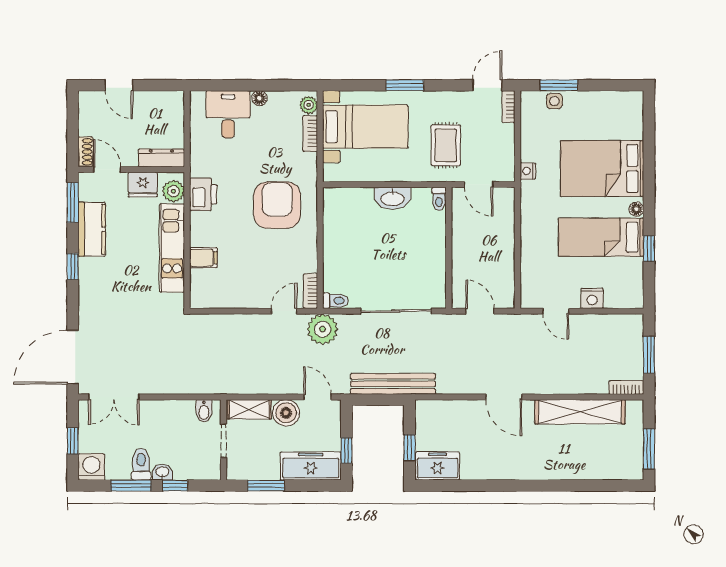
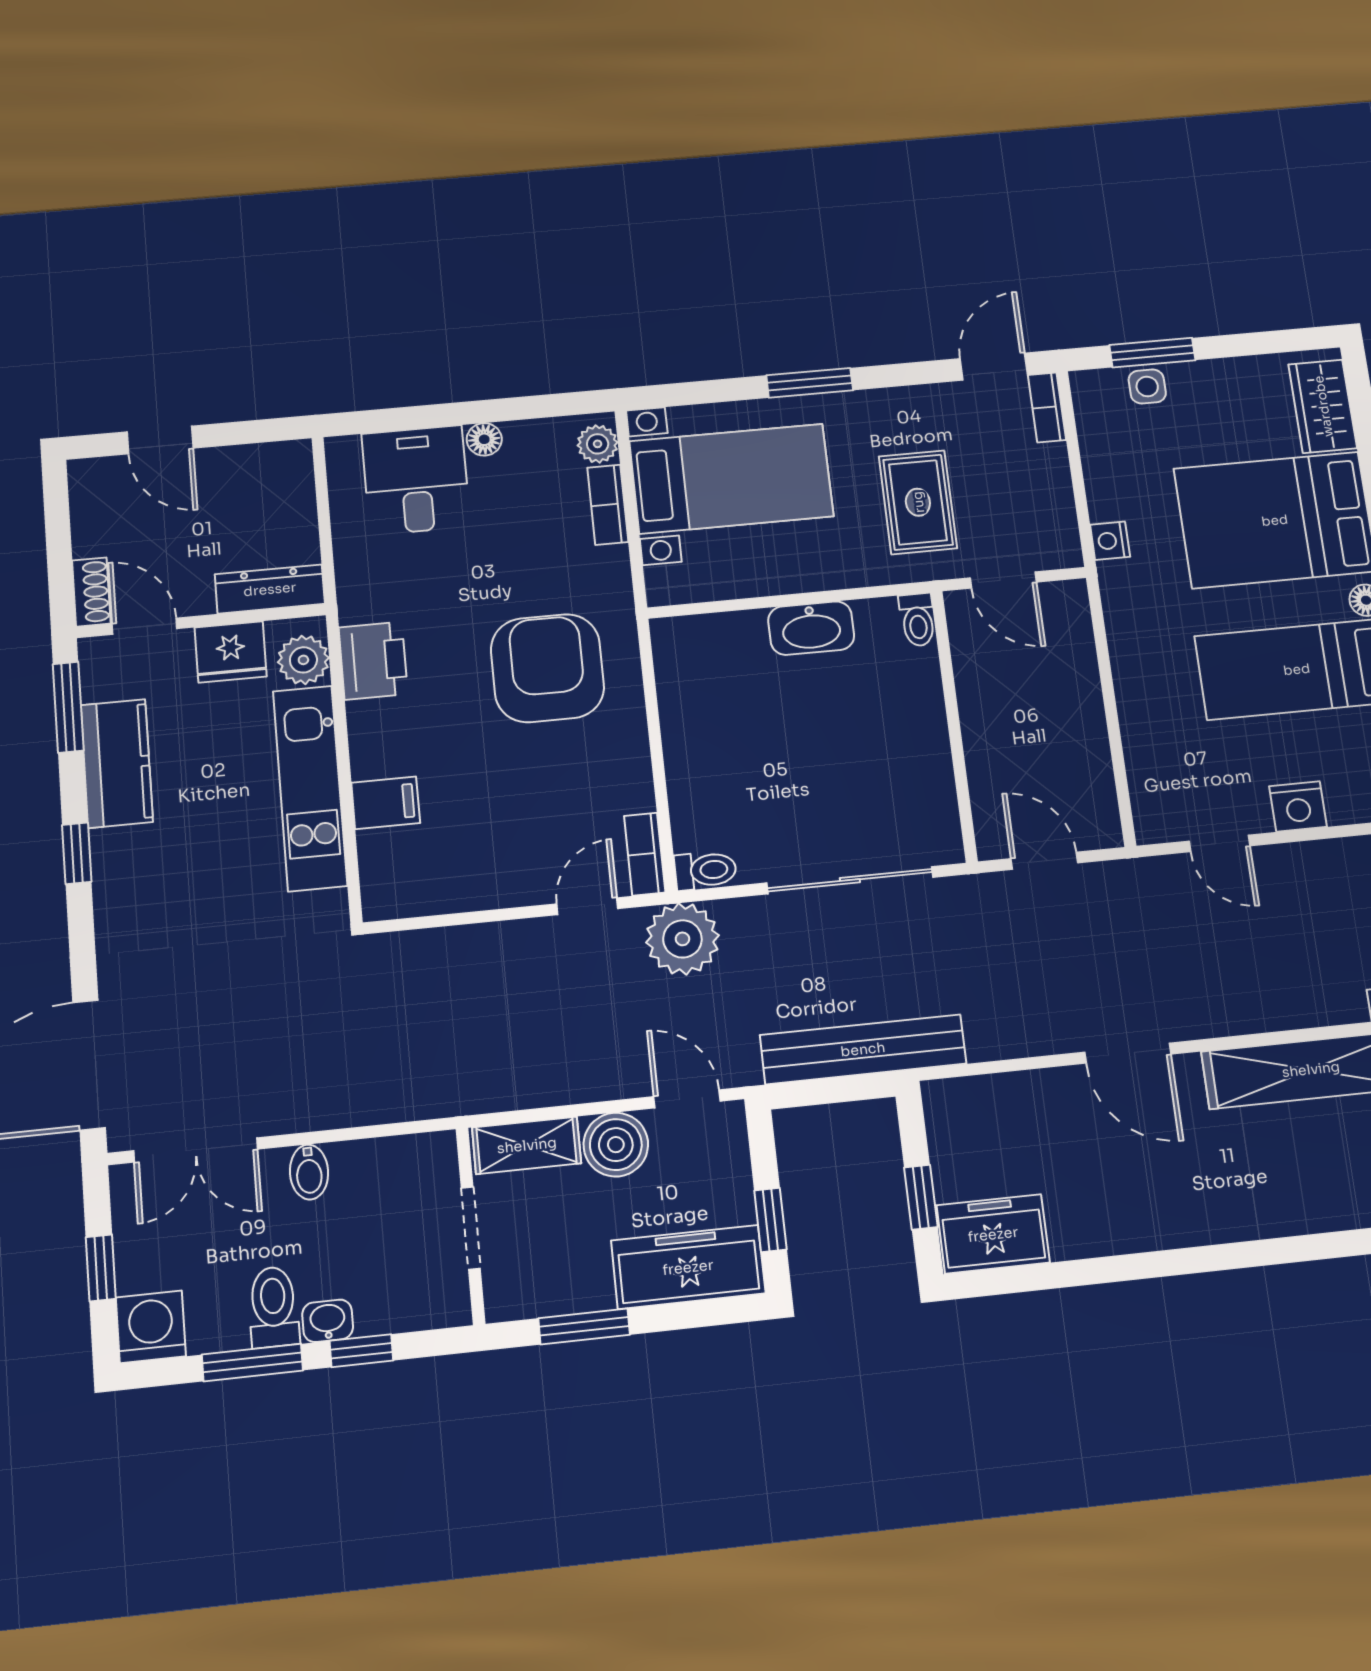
wardrobe: (631, 118) -> (1323, 406), added
bidet: (204, 411) -> (309, 1172), moved

